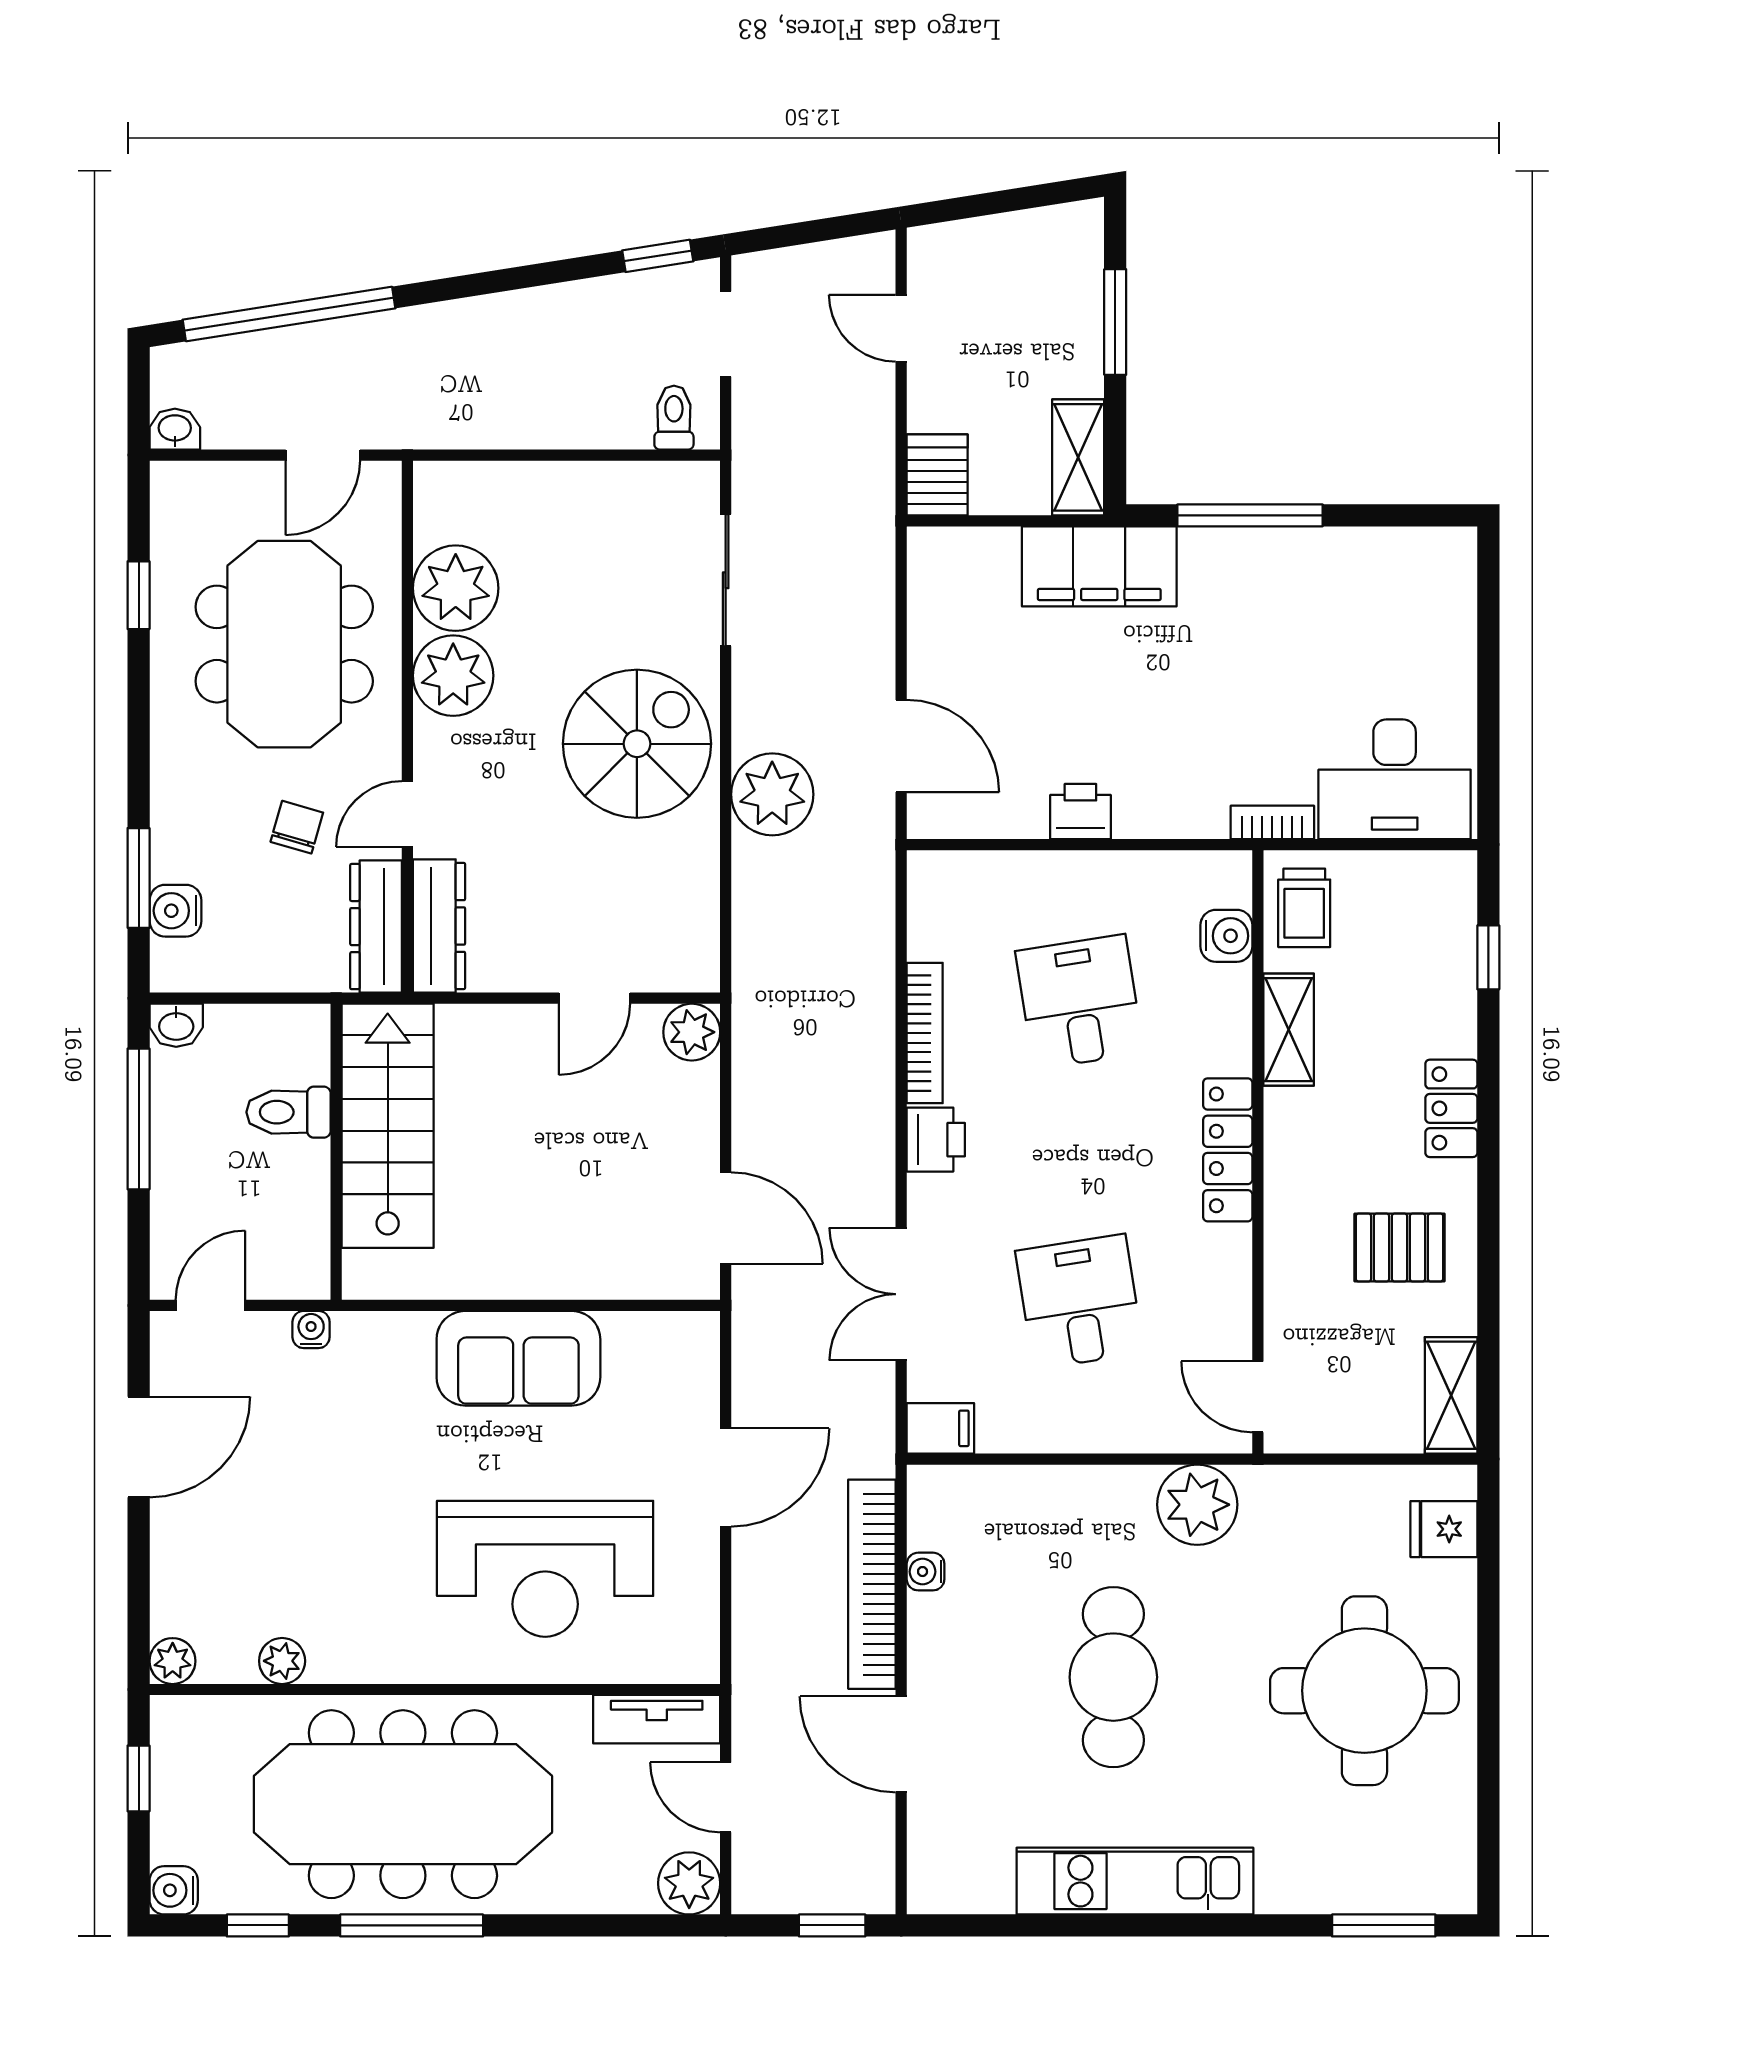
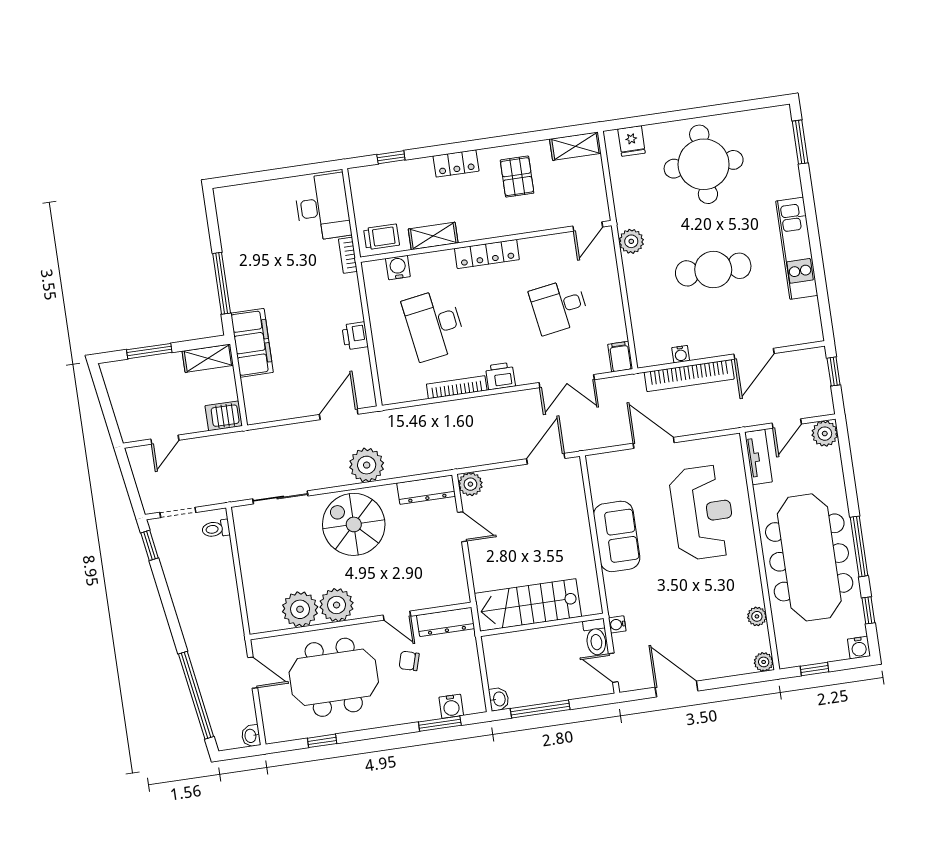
dresser: (439, 926) -> (426, 490), moved, turned 180
desk: (1080, 1002) -> (434, 325), width x1.37
toilet: (288, 1112) -> (596, 637), moved
plant: (1197, 1505) -> (631, 241), width x0.73, depth x0.73

